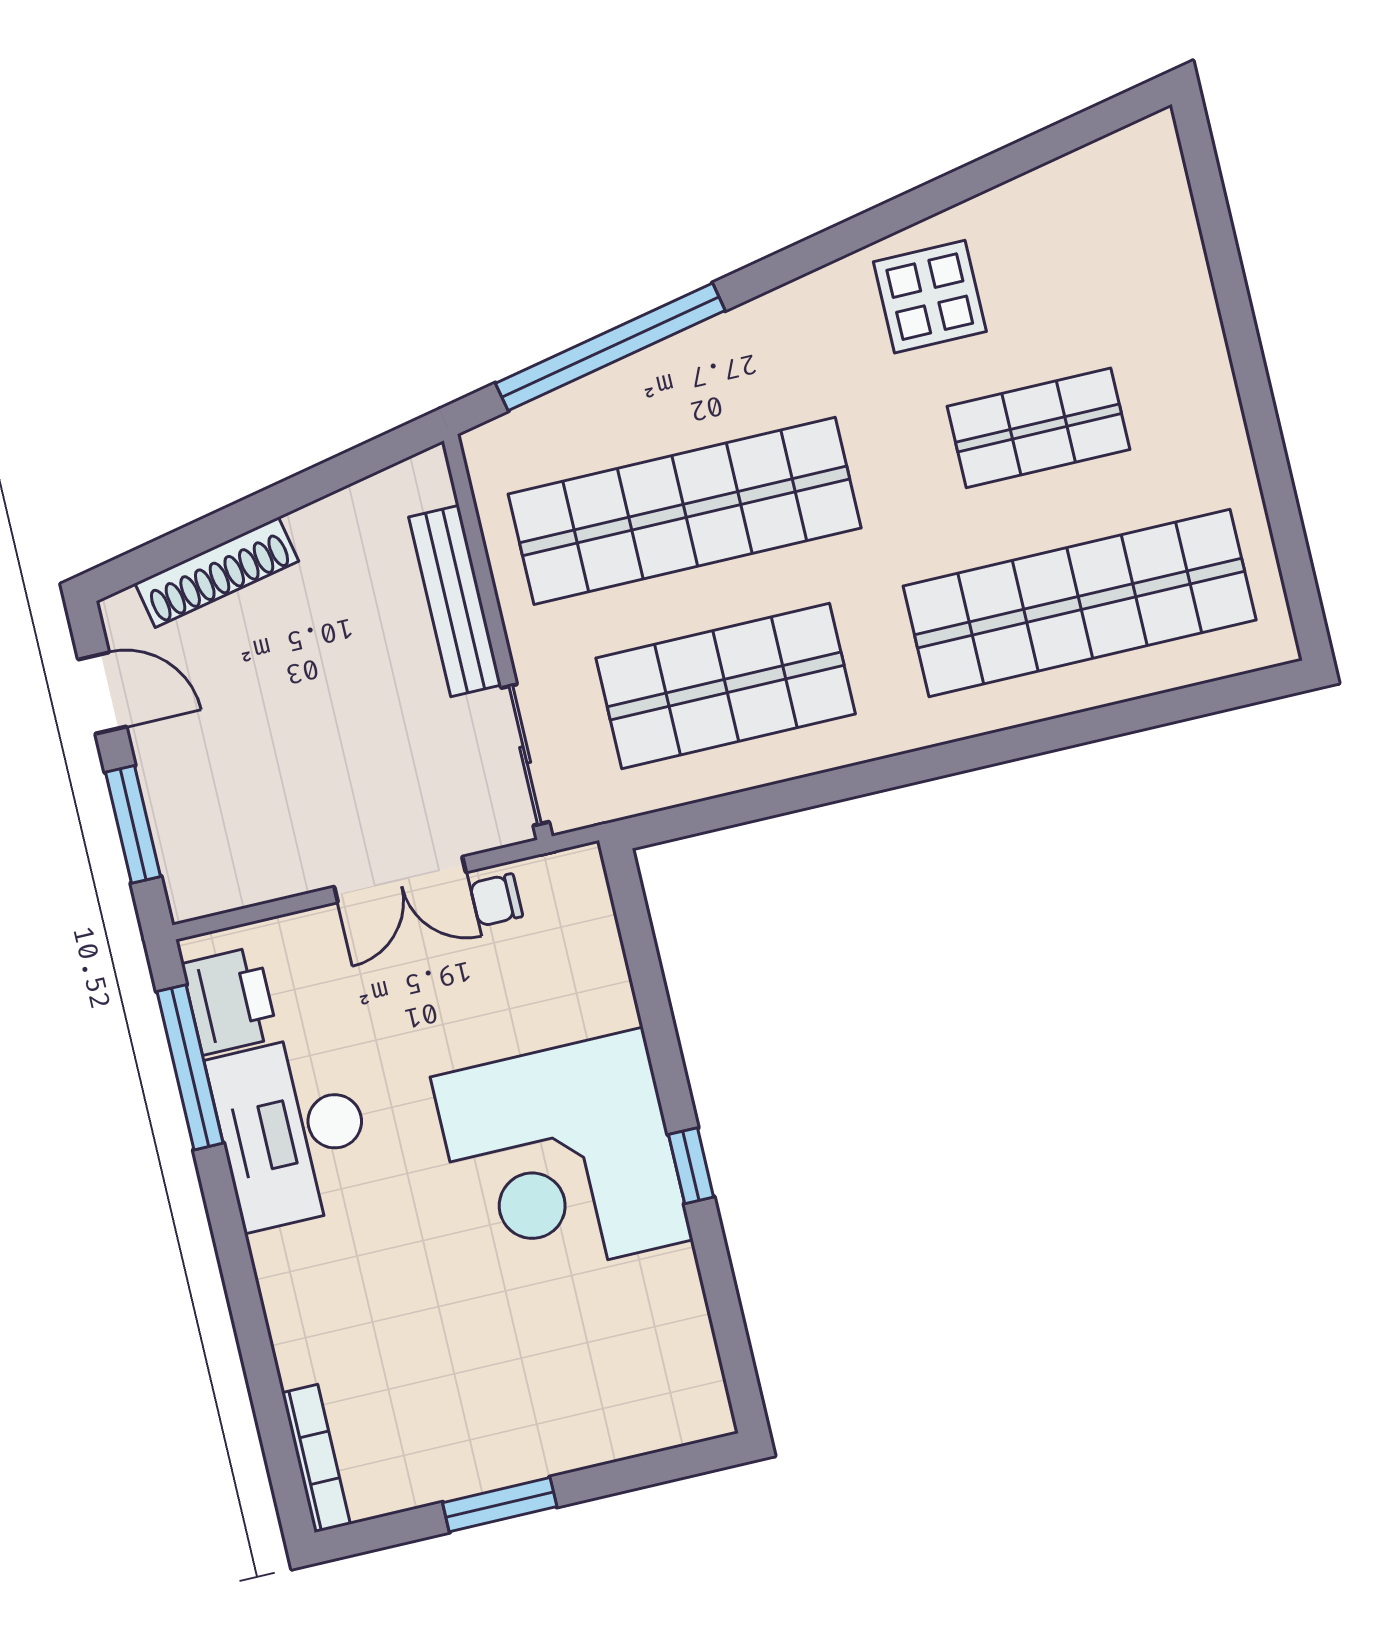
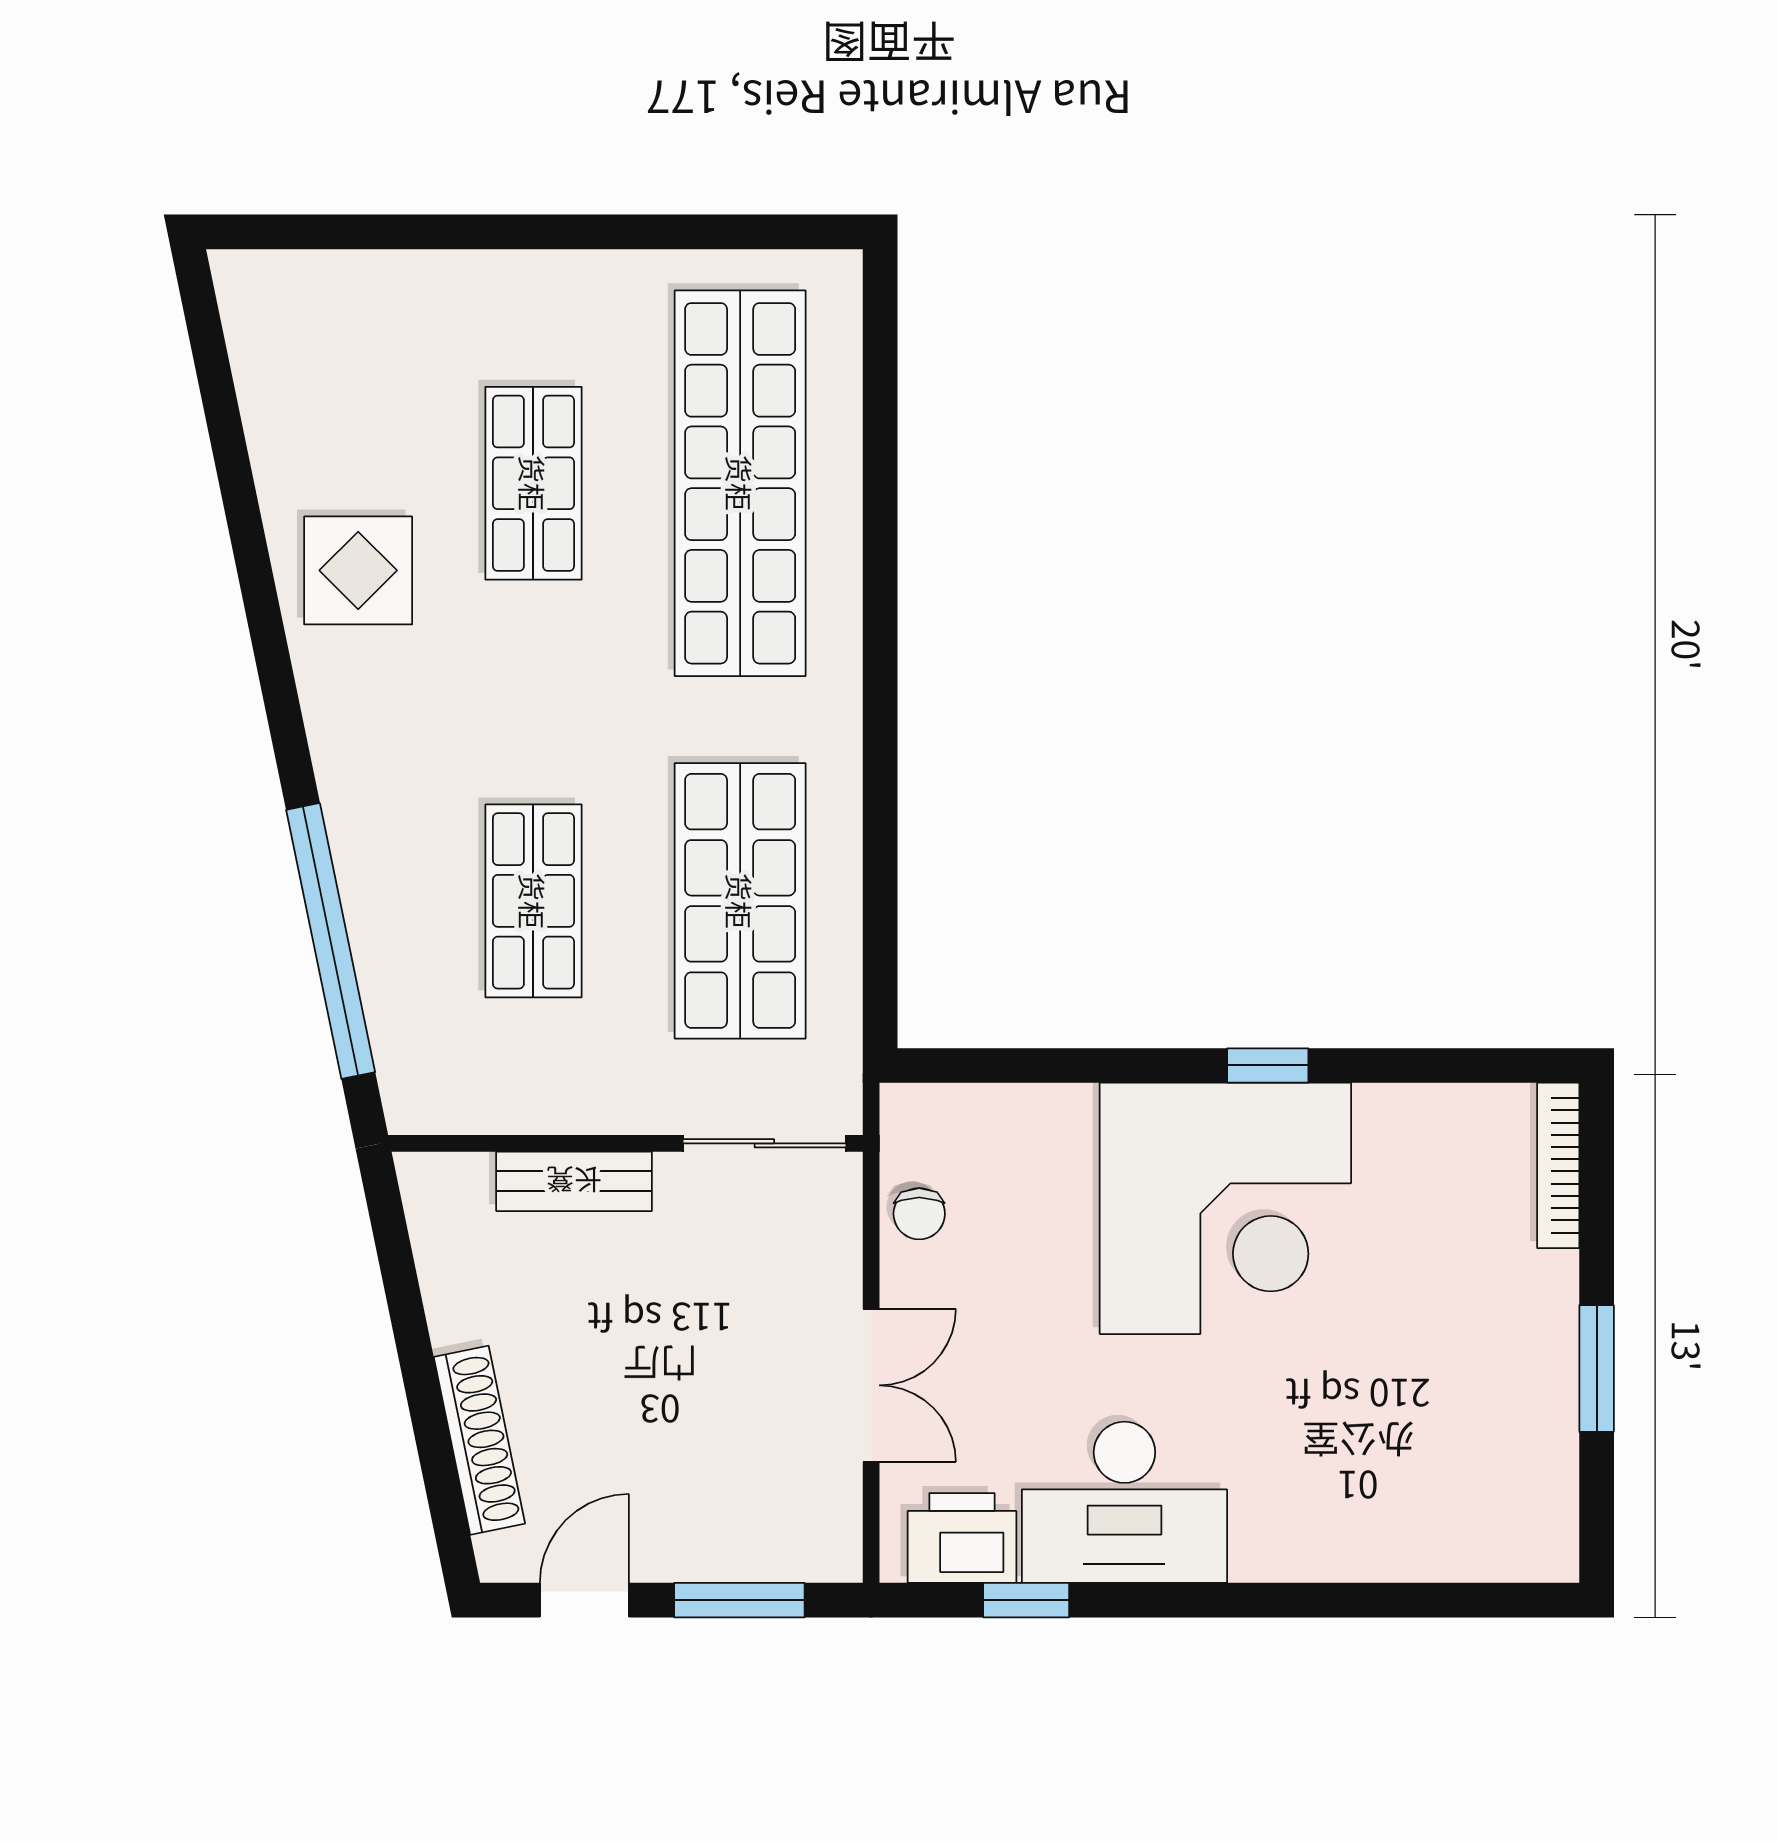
shop shelf: (685, 511) -> (533, 901), width x0.50, depth x0.74
bench: (455, 601) -> (574, 1181), width x0.73
double door: (400, 879) -> (871, 1385), moved
window: (190, 1067) -> (1026, 1600), width x0.46
bookcase: (316, 1458) -> (1558, 1165), moved, turned -90

